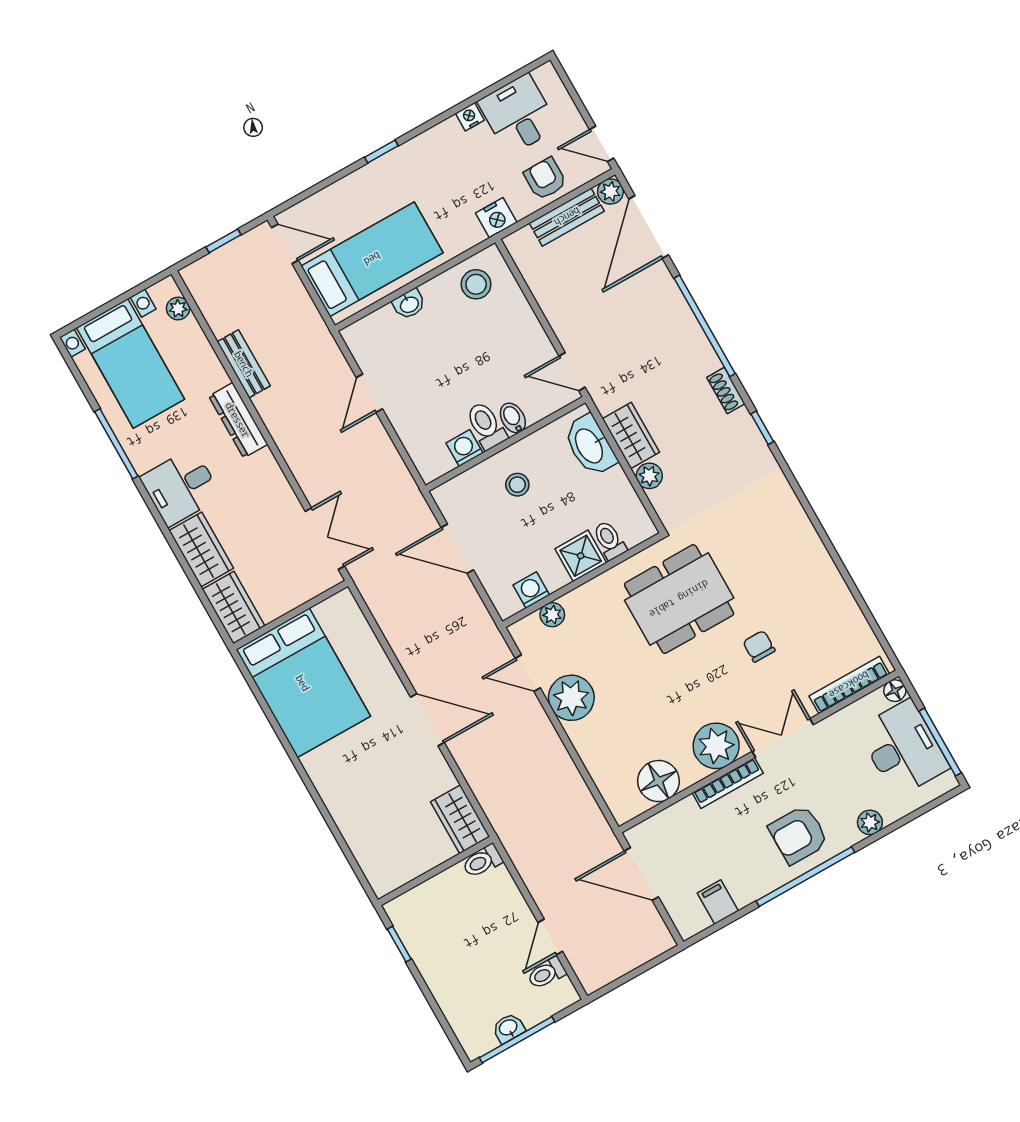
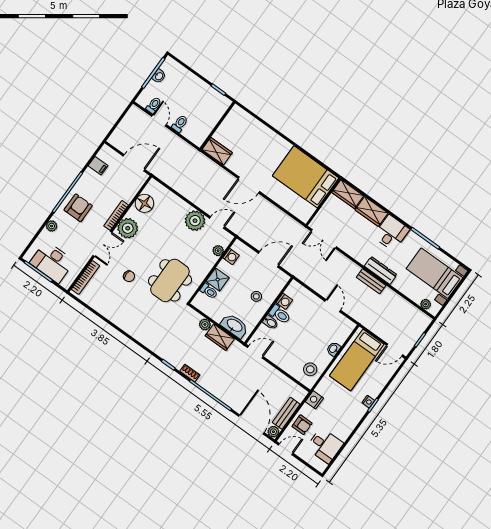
nightstand: (470, 117) -> (368, 402), moved
bench: (244, 364) -> (371, 281), moved
floor lamp: (895, 691) -> (66, 284), removed
toilet: (482, 861) -> (180, 124), moved

